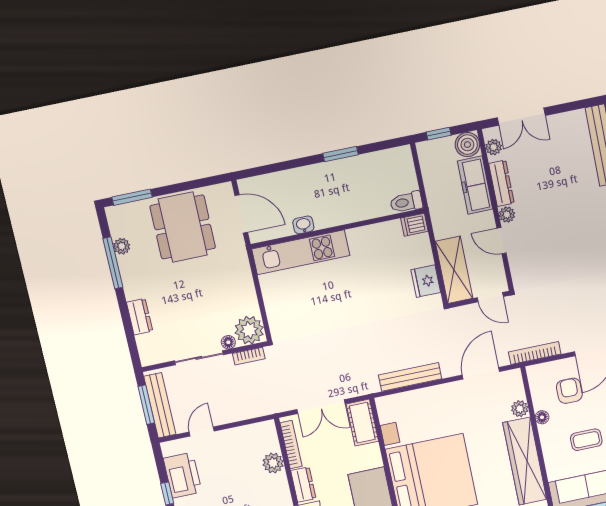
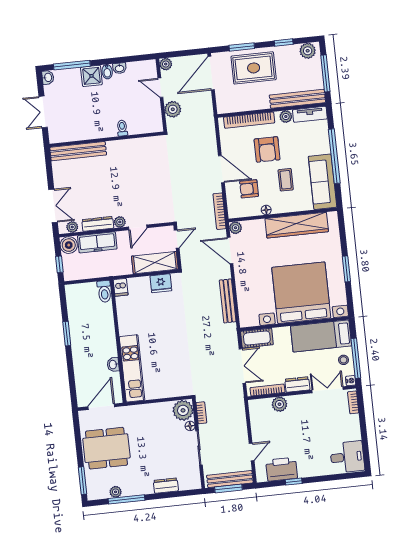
plant: (520, 409) -> (236, 228), moved
door: (202, 431) -> (252, 452), swing flipped

